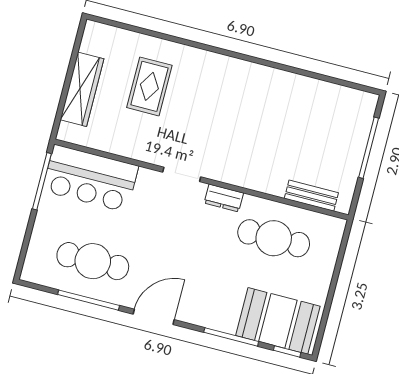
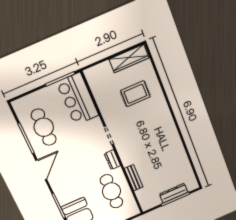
wardrobe: (82, 89) -> (129, 59), moved
dresser: (356, 143) -> (174, 193), added
bench: (311, 196) -> (134, 178), moved
door: (154, 317) -> (41, 170), hinge flipped

